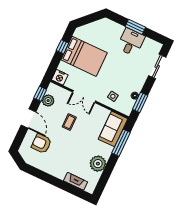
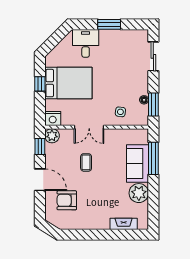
desk: (131, 42) -> (86, 43), moved
plant: (48, 101) -> (52, 136), moved
sofa: (113, 129) -> (137, 164), moved

